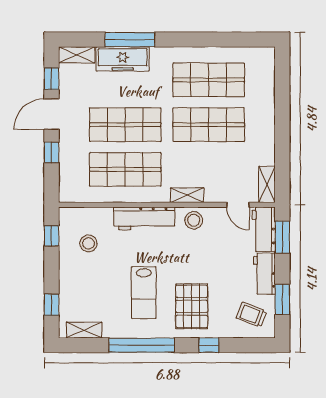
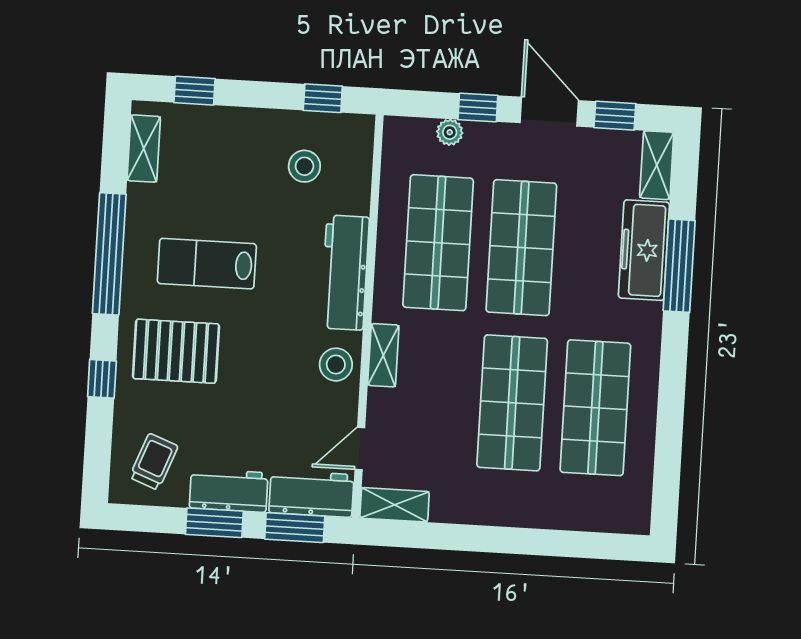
plant: (66, 167) -> (450, 132), added
window: (282, 299) -> (214, 523), moved

